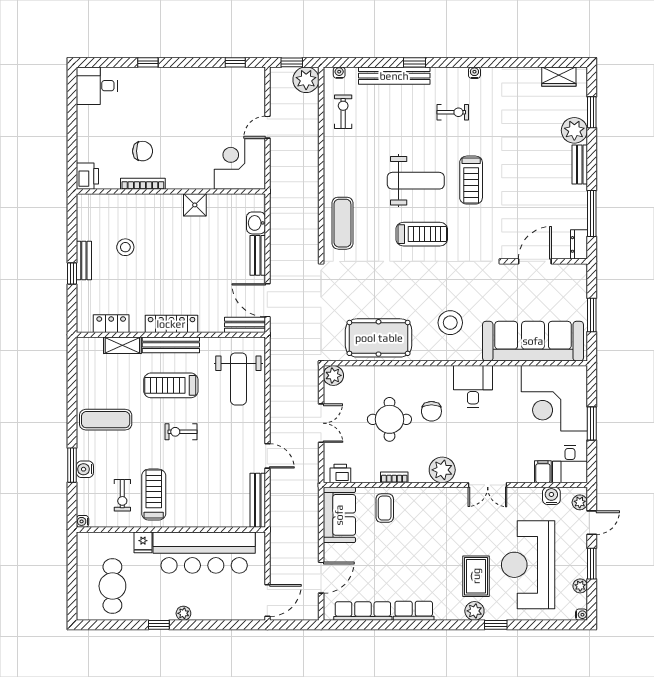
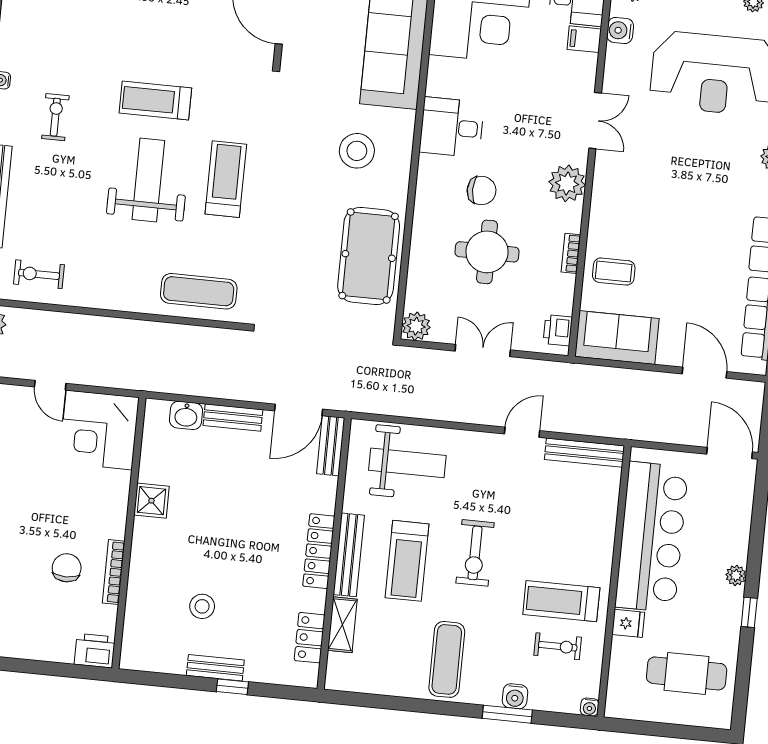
treadmill: (471, 180) -> (155, 100), turned 180
exercise bike: (181, 432) -> (475, 553), width x1.38, depth x1.39
rug: (476, 576) -> (725, 150), removed

